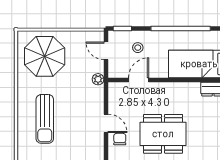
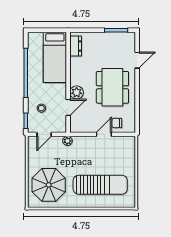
door: (139, 80) -> (68, 107), swing flipped
plant: (157, 90) -> (77, 92), added
sun lounger: (45, 119) -> (100, 185), width x1.36, depth x1.34

